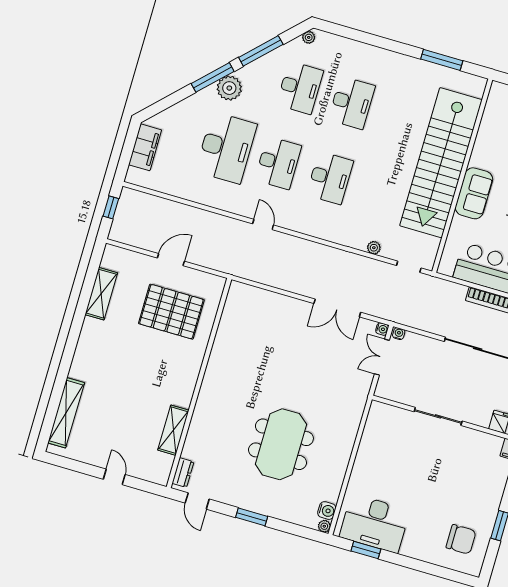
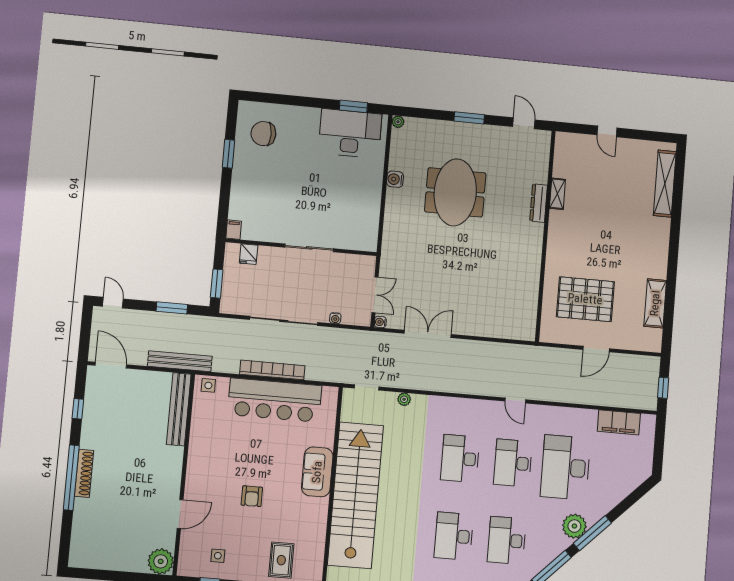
filing cabinet: (145, 147) -> (619, 422), moved, turned -90
water cooler: (399, 334) -> (335, 318), moved
shelving: (173, 430) -> (557, 194), width x0.67, depth x0.75
dresser: (183, 473) -> (539, 203), moved, width x1.44
water cooler: (327, 511) -> (395, 179), moved

